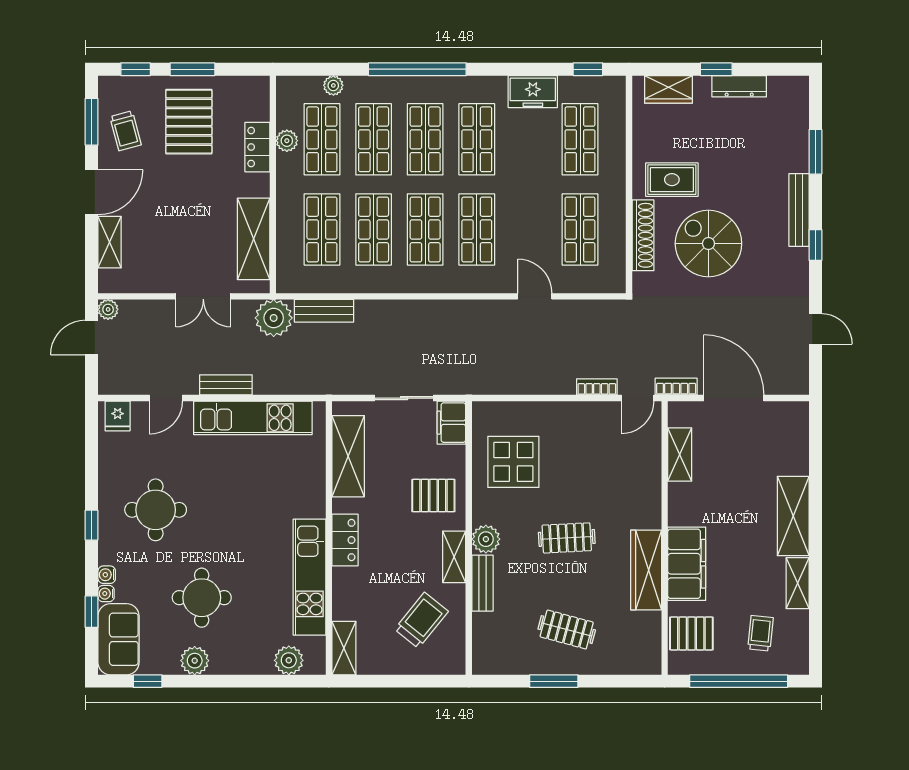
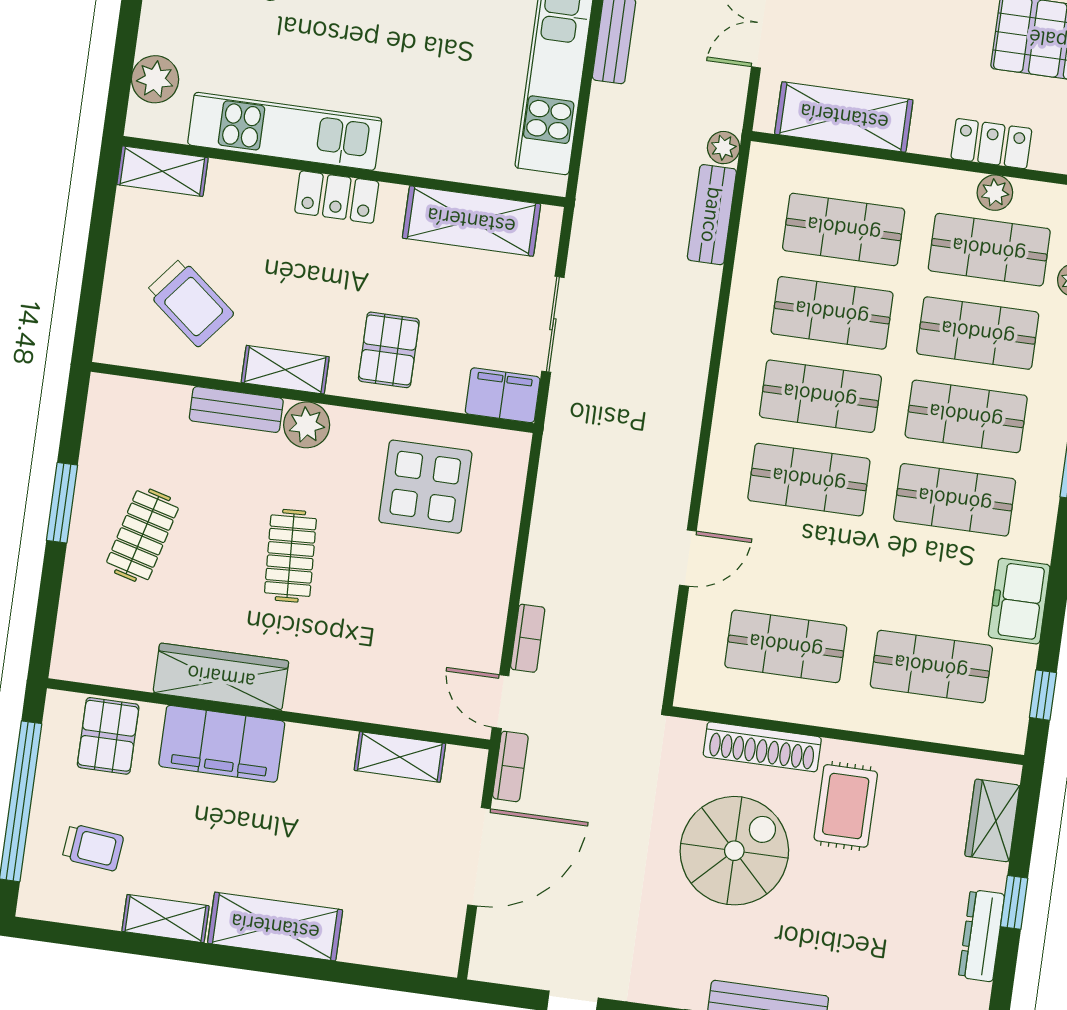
plant: (274, 318) -> (724, 148), width x0.53, depth x0.53

